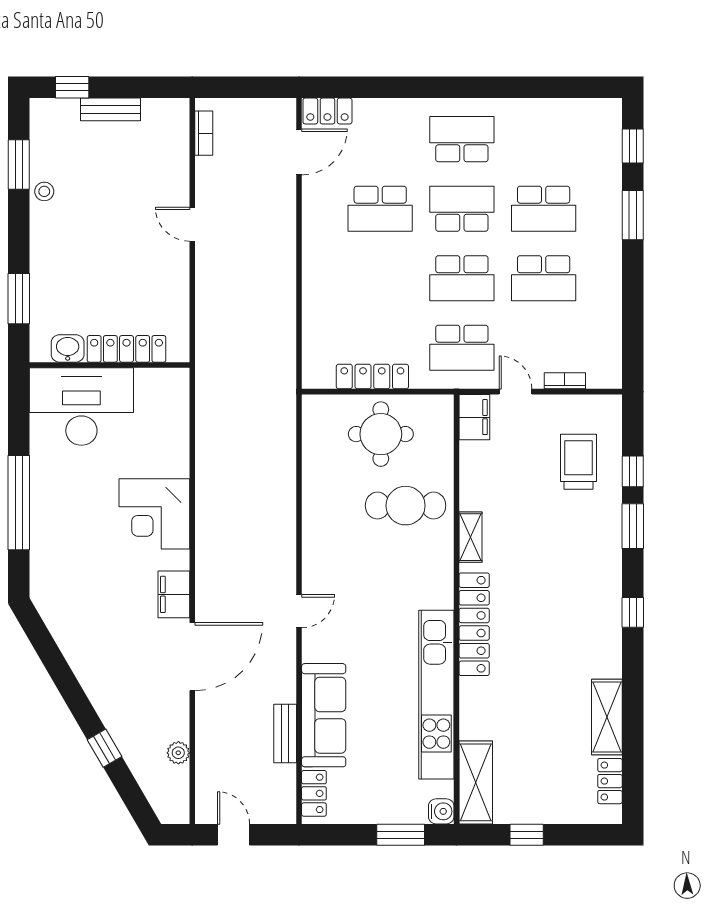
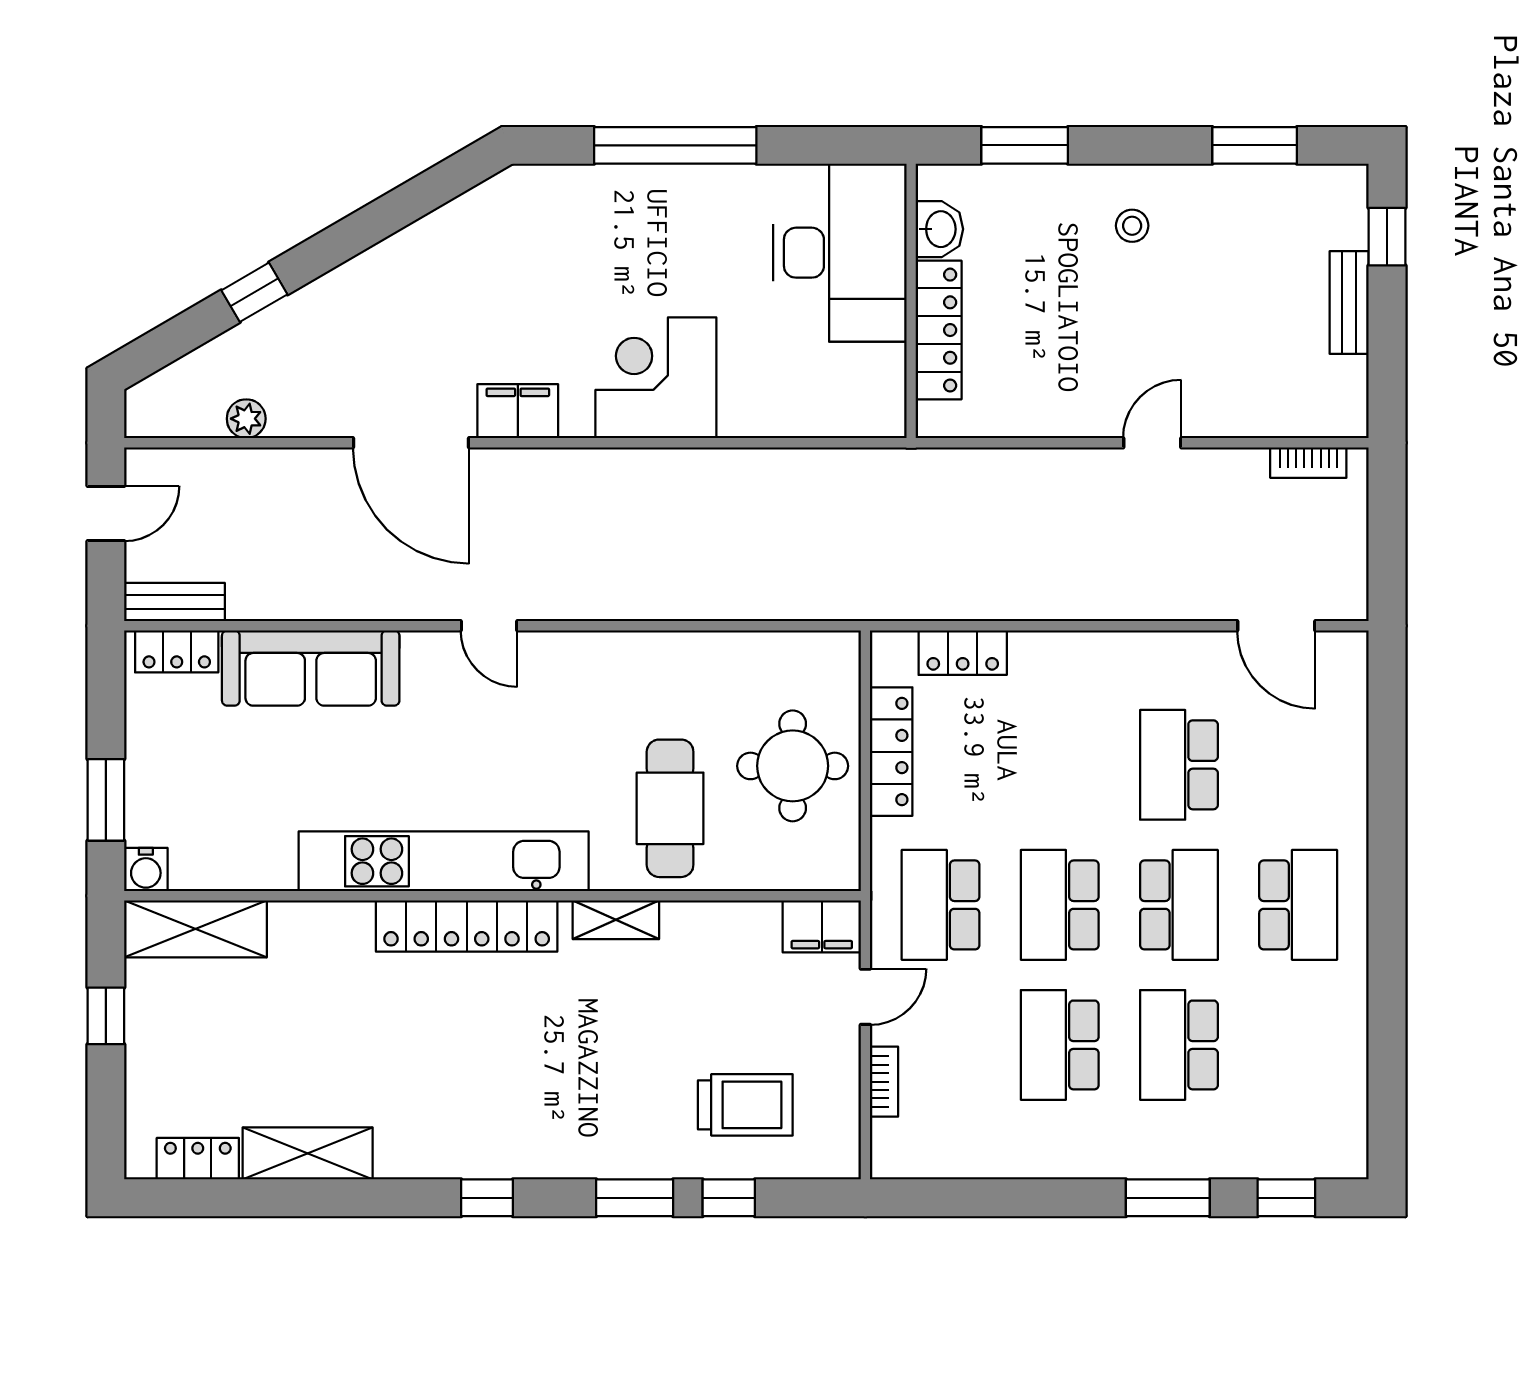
locker: (327, 111) -> (963, 653), moved, turned -90
stool: (44, 191) -> (1132, 226), moved
kitchen unit: (436, 695) -> (444, 861), moved
bench: (285, 734) -> (174, 602), moved

